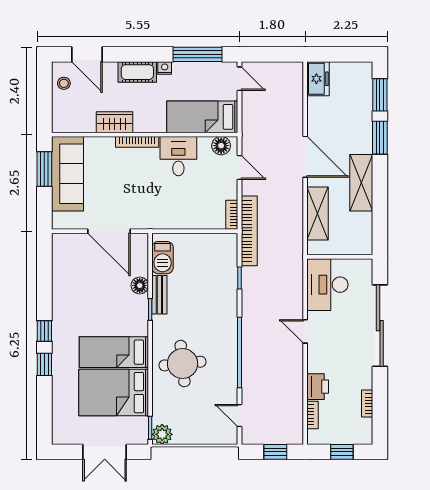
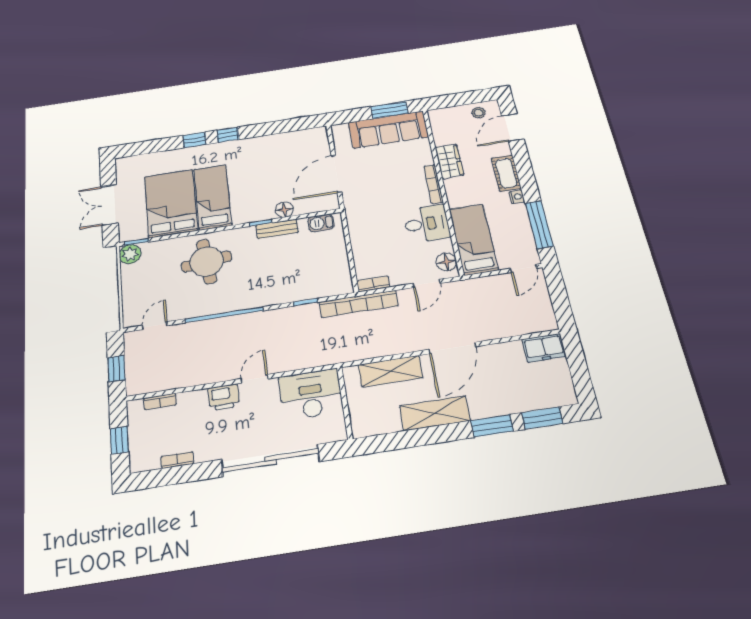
barbecue: (163, 258) -> (321, 223), width x0.73, depth x0.79
printer: (318, 387) -> (224, 397), moved

